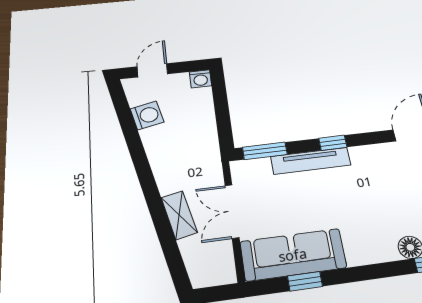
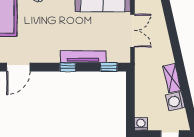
window: (265, 151) -> (109, 67), width x0.67
shelving: (179, 215) -> (172, 78), moved

